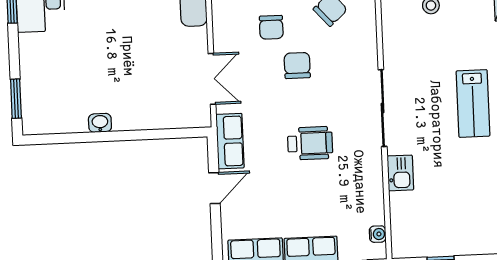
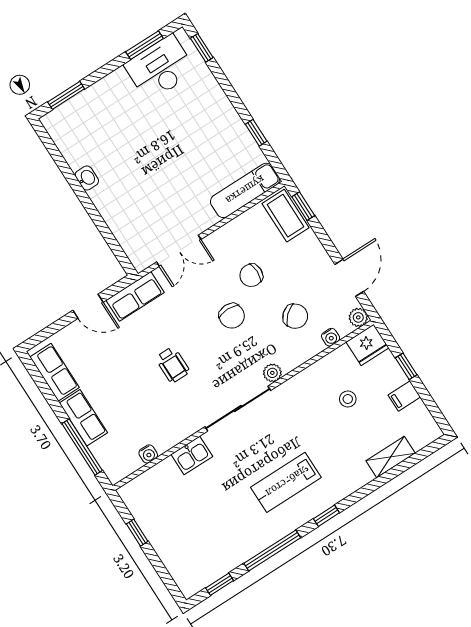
plant: (369, 59) -> (272, 373), added
chair: (297, 65) -> (232, 316), turned 90
wheelchair: (310, 143) -> (173, 365), width x0.73, depth x0.73
water cooler: (378, 234) -> (148, 454), moved

